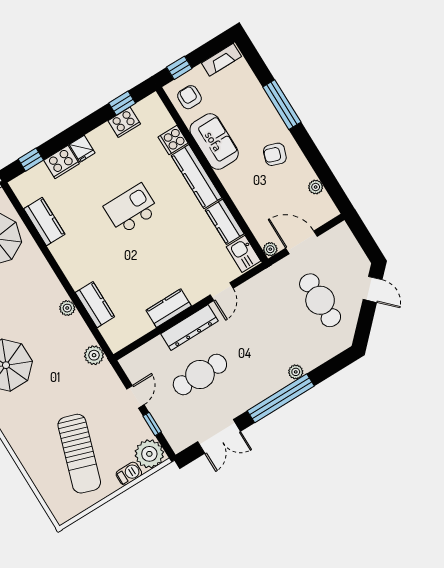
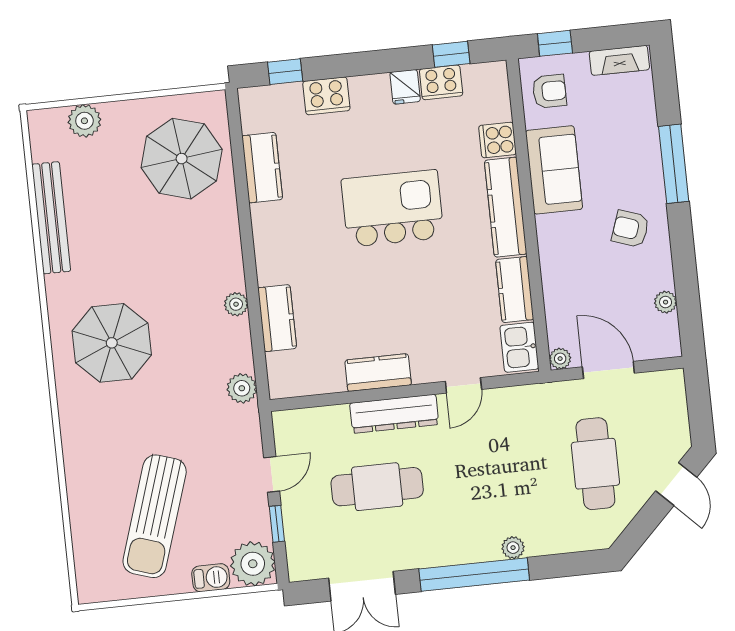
armchair: (190, 97) -> (549, 91), turned 90
fridge: (82, 149) -> (405, 87), moved
kitchen island: (131, 209) -> (392, 208), width x1.37, depth x1.28

